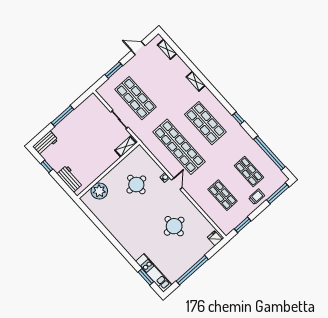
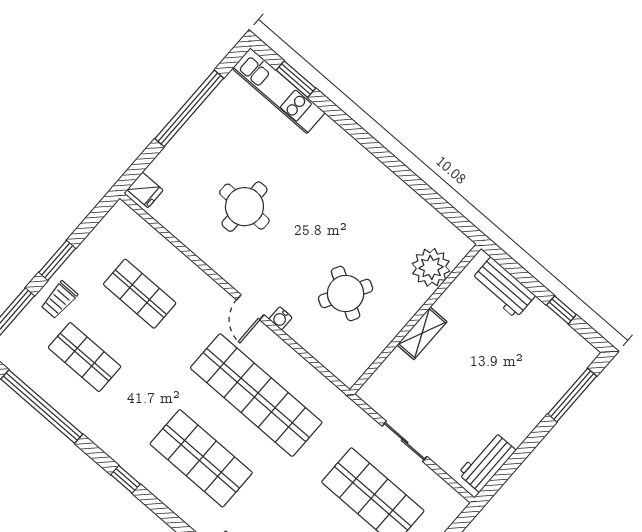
window: (63, 116) -> (572, 395), moved
workbench: (45, 143) -> (487, 462), moved
shelving: (126, 147) -> (422, 333), moved
round table: (136, 185) -> (346, 293), turned 30
window: (243, 225) -> (57, 260), moved

